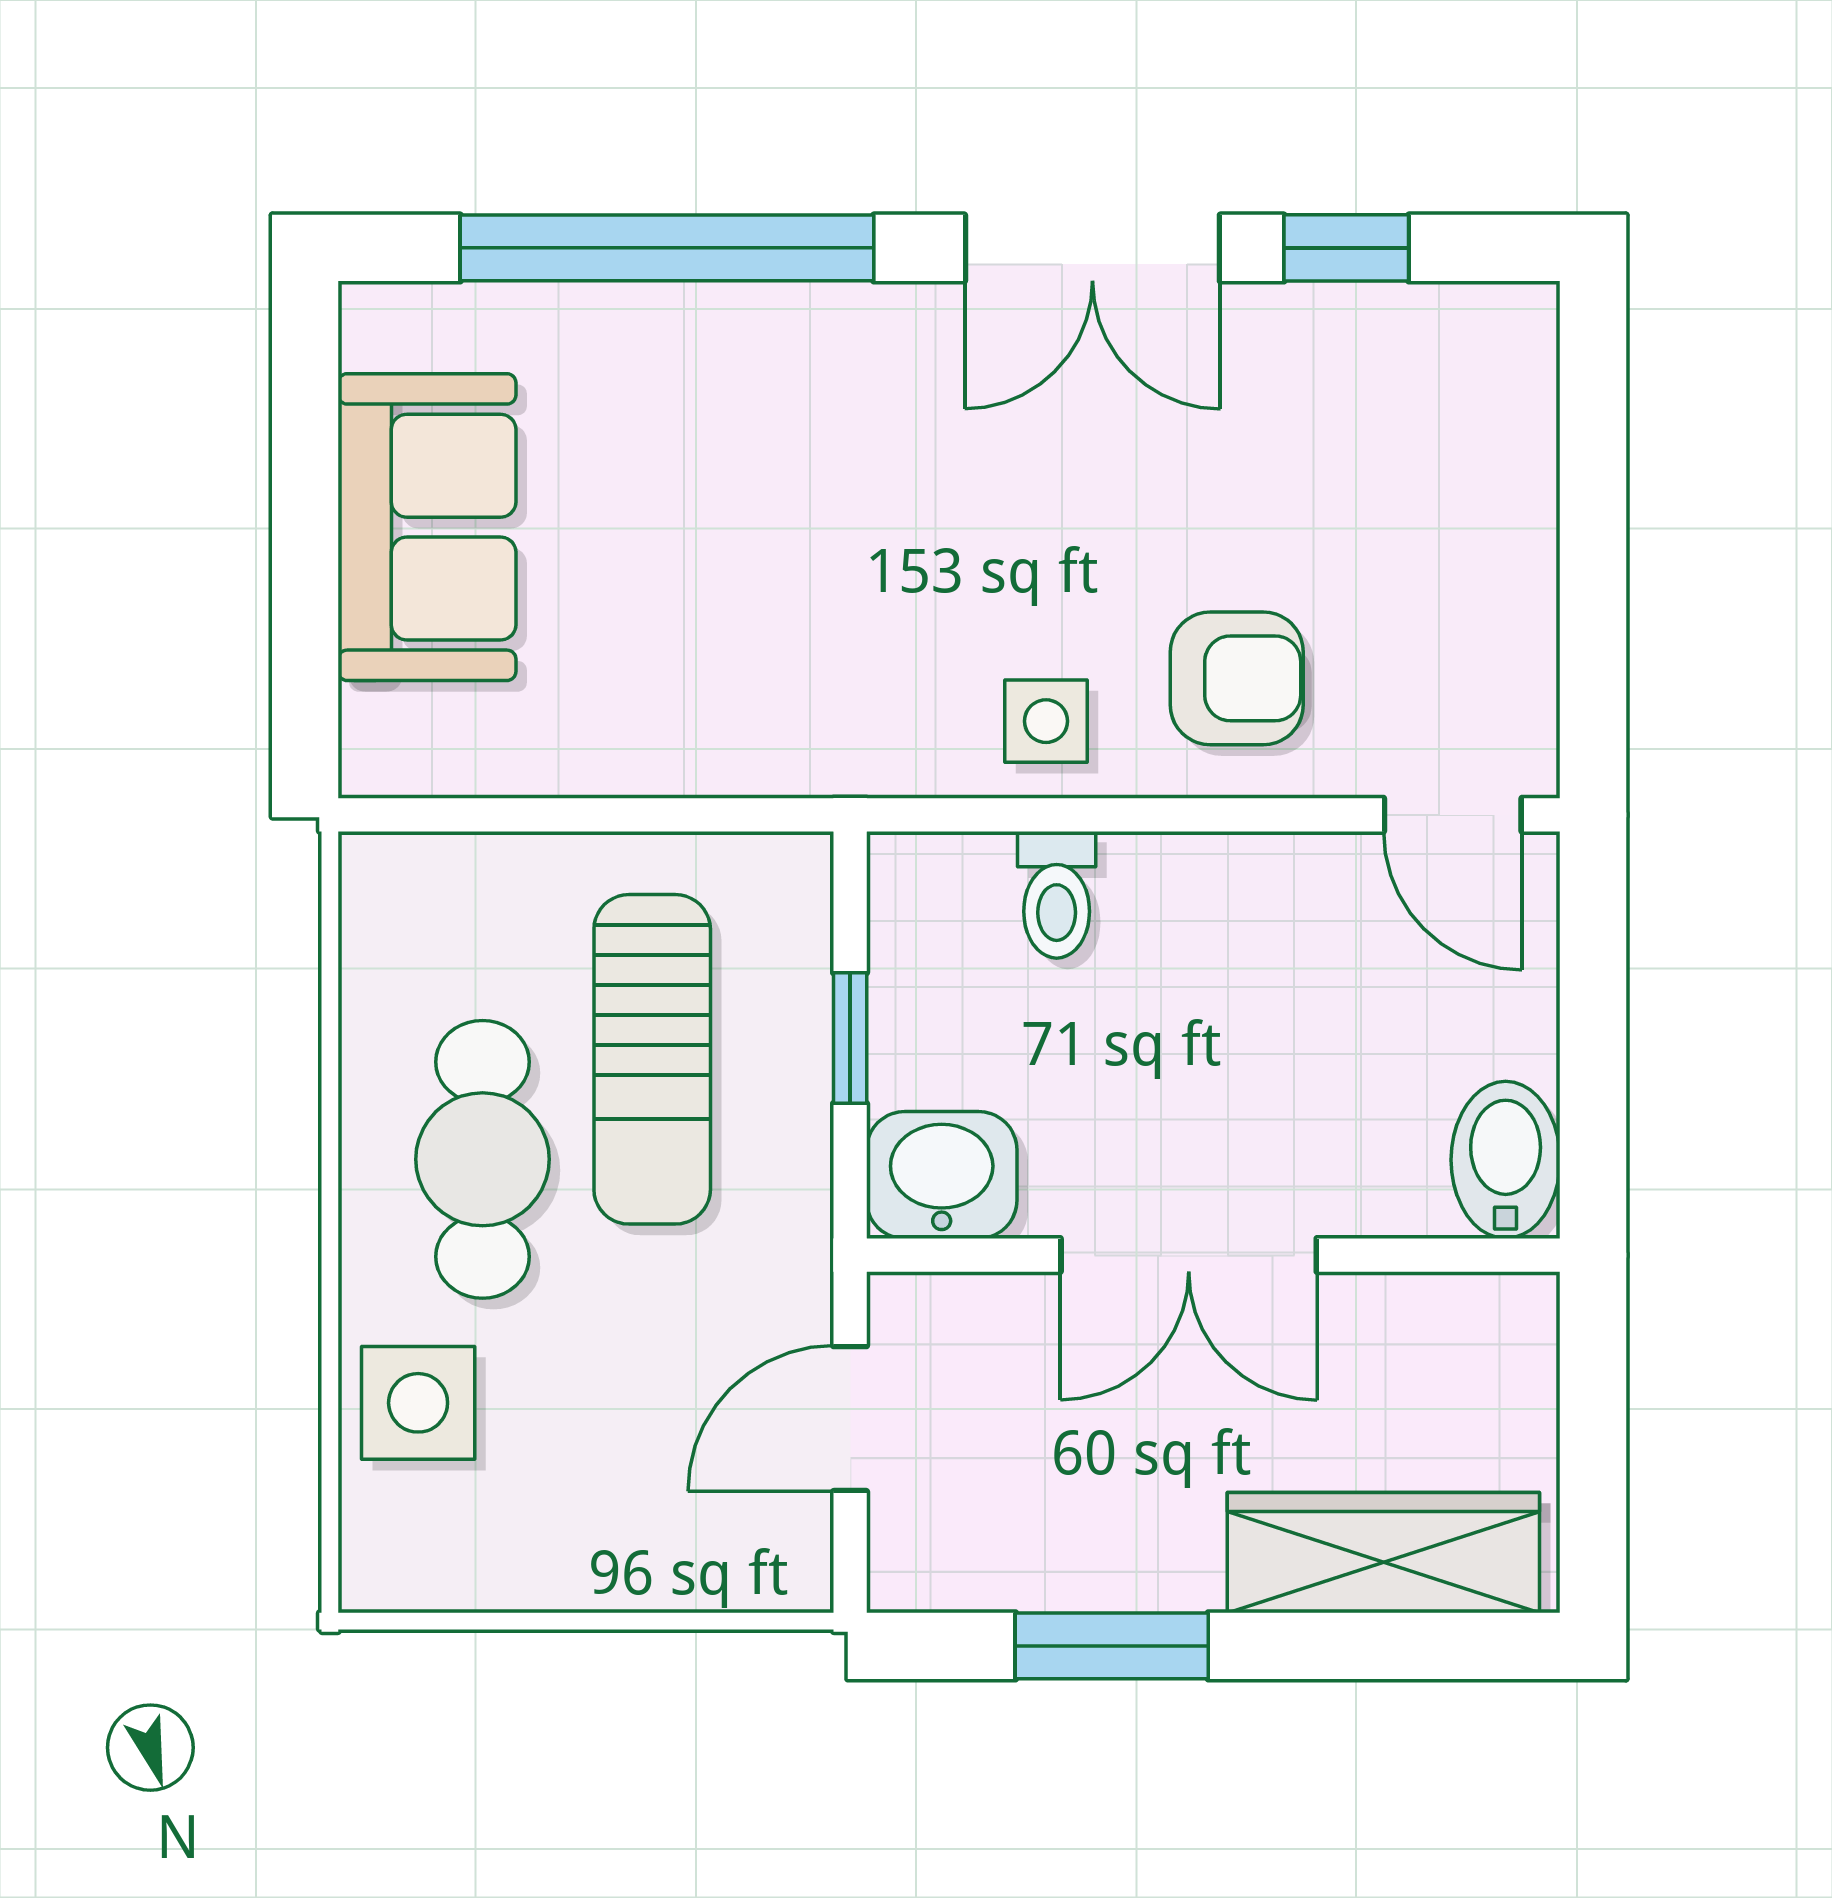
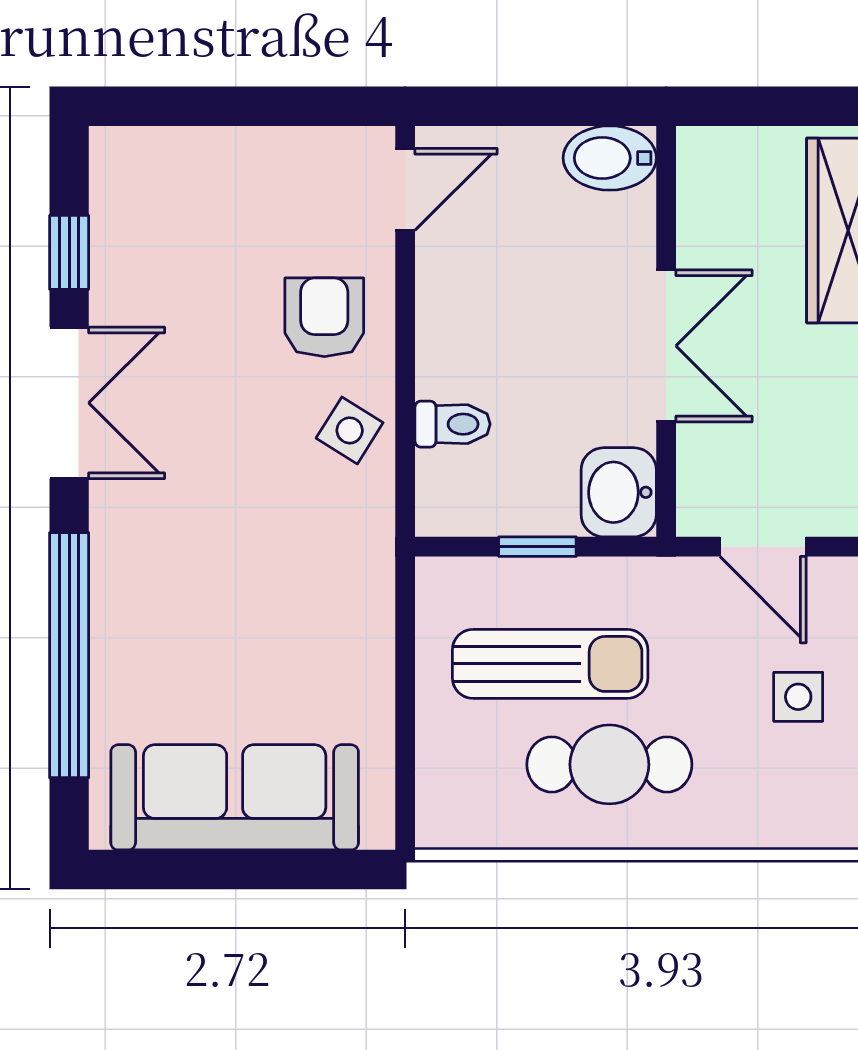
sofa: (427, 527) -> (235, 797), width x1.36
side table: (1046, 721) -> (350, 430), turned 32
side table: (418, 1403) -> (798, 697), moved, width x0.73, depth x0.73

